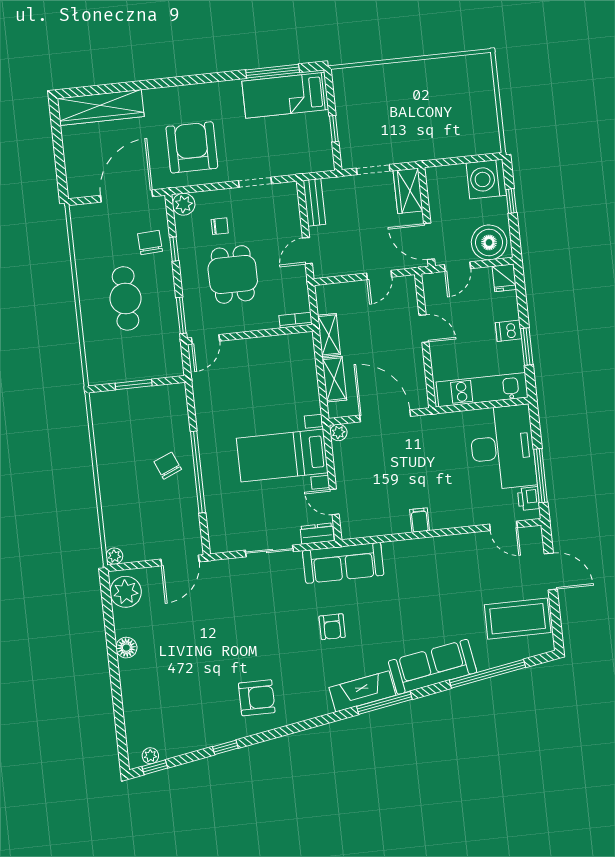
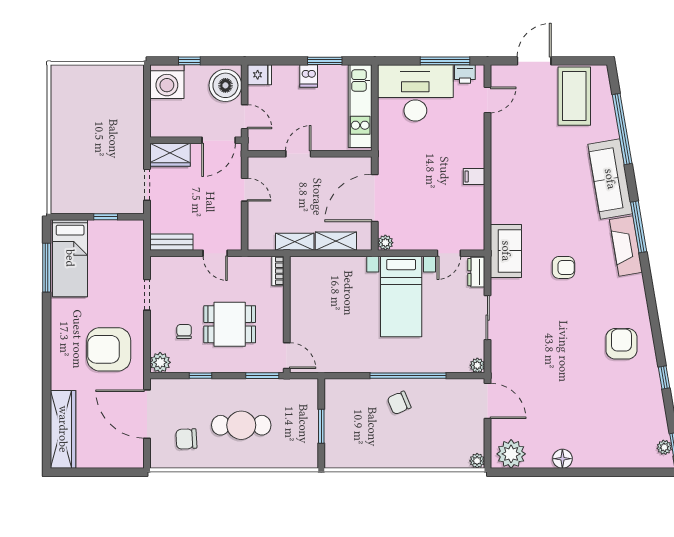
chair: (150, 243) -> (186, 439), moved
plant: (217, 545) -> (477, 365), added
sofa: (343, 563) -> (506, 251), width x0.73

